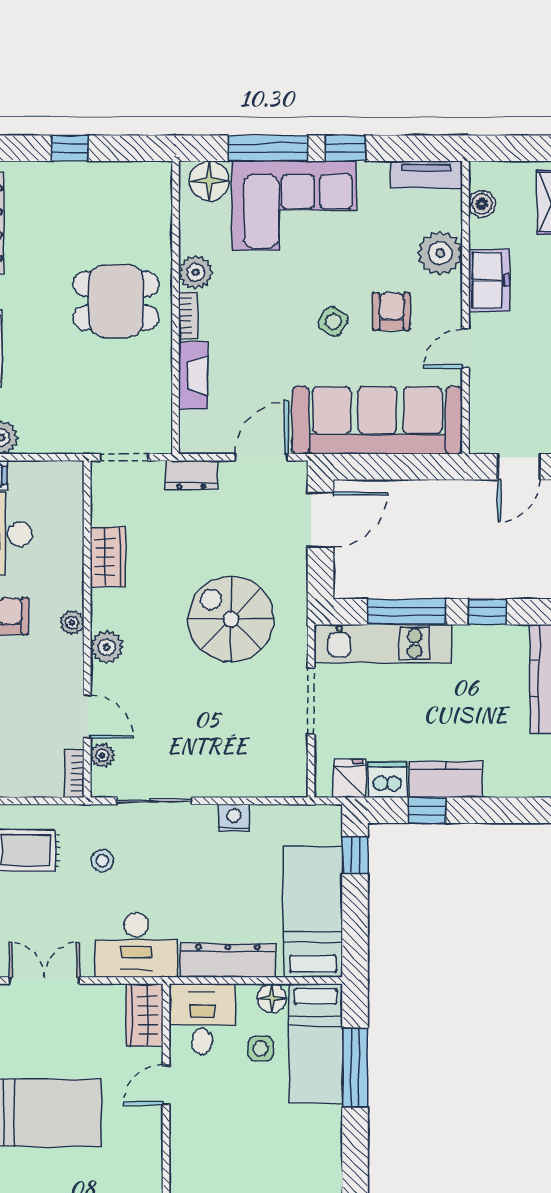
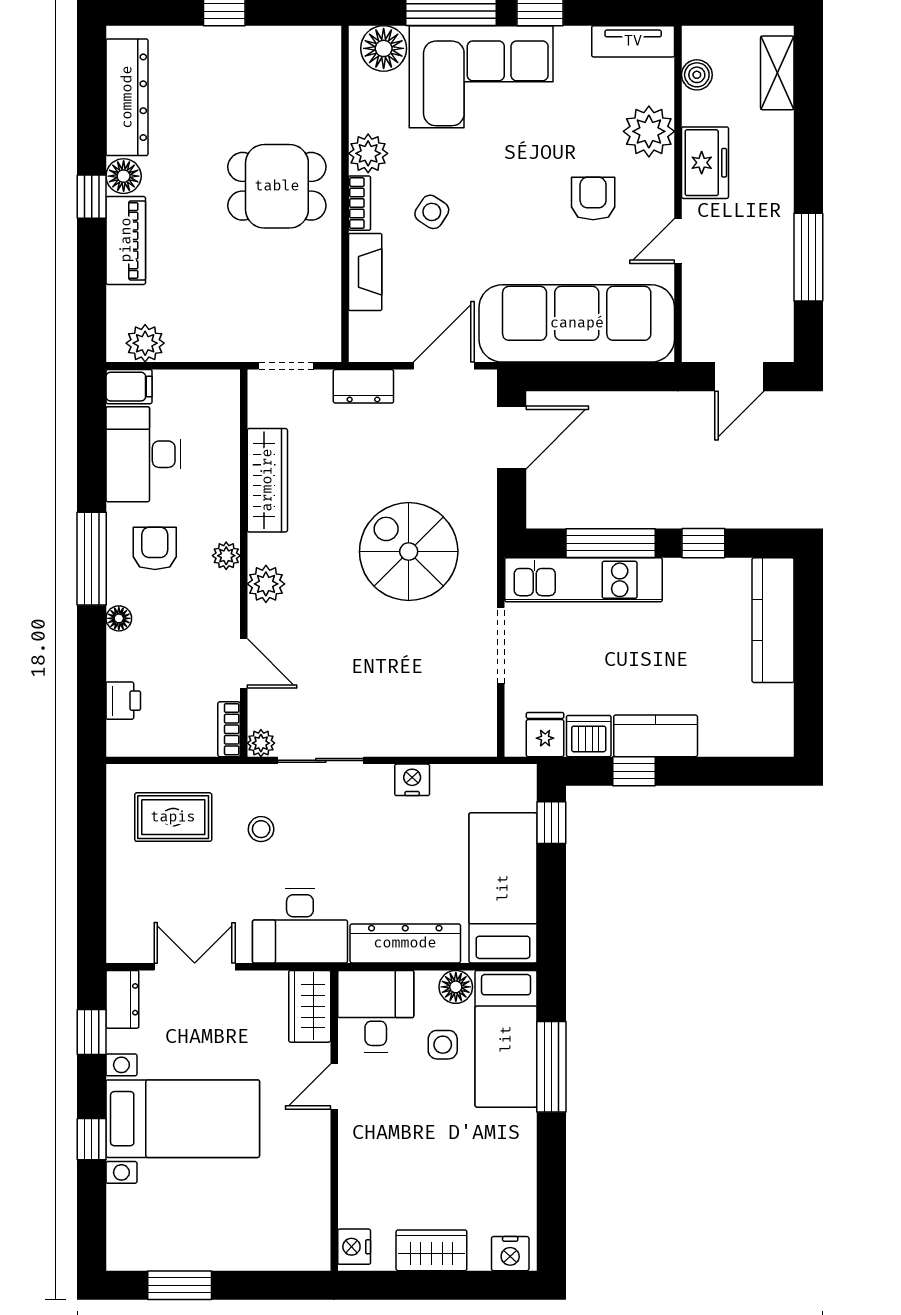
side table: (333, 322) -> (432, 212), moved
wardrobe: (108, 557) -> (267, 480), width x1.50
plant: (102, 755) -> (261, 743), moved

